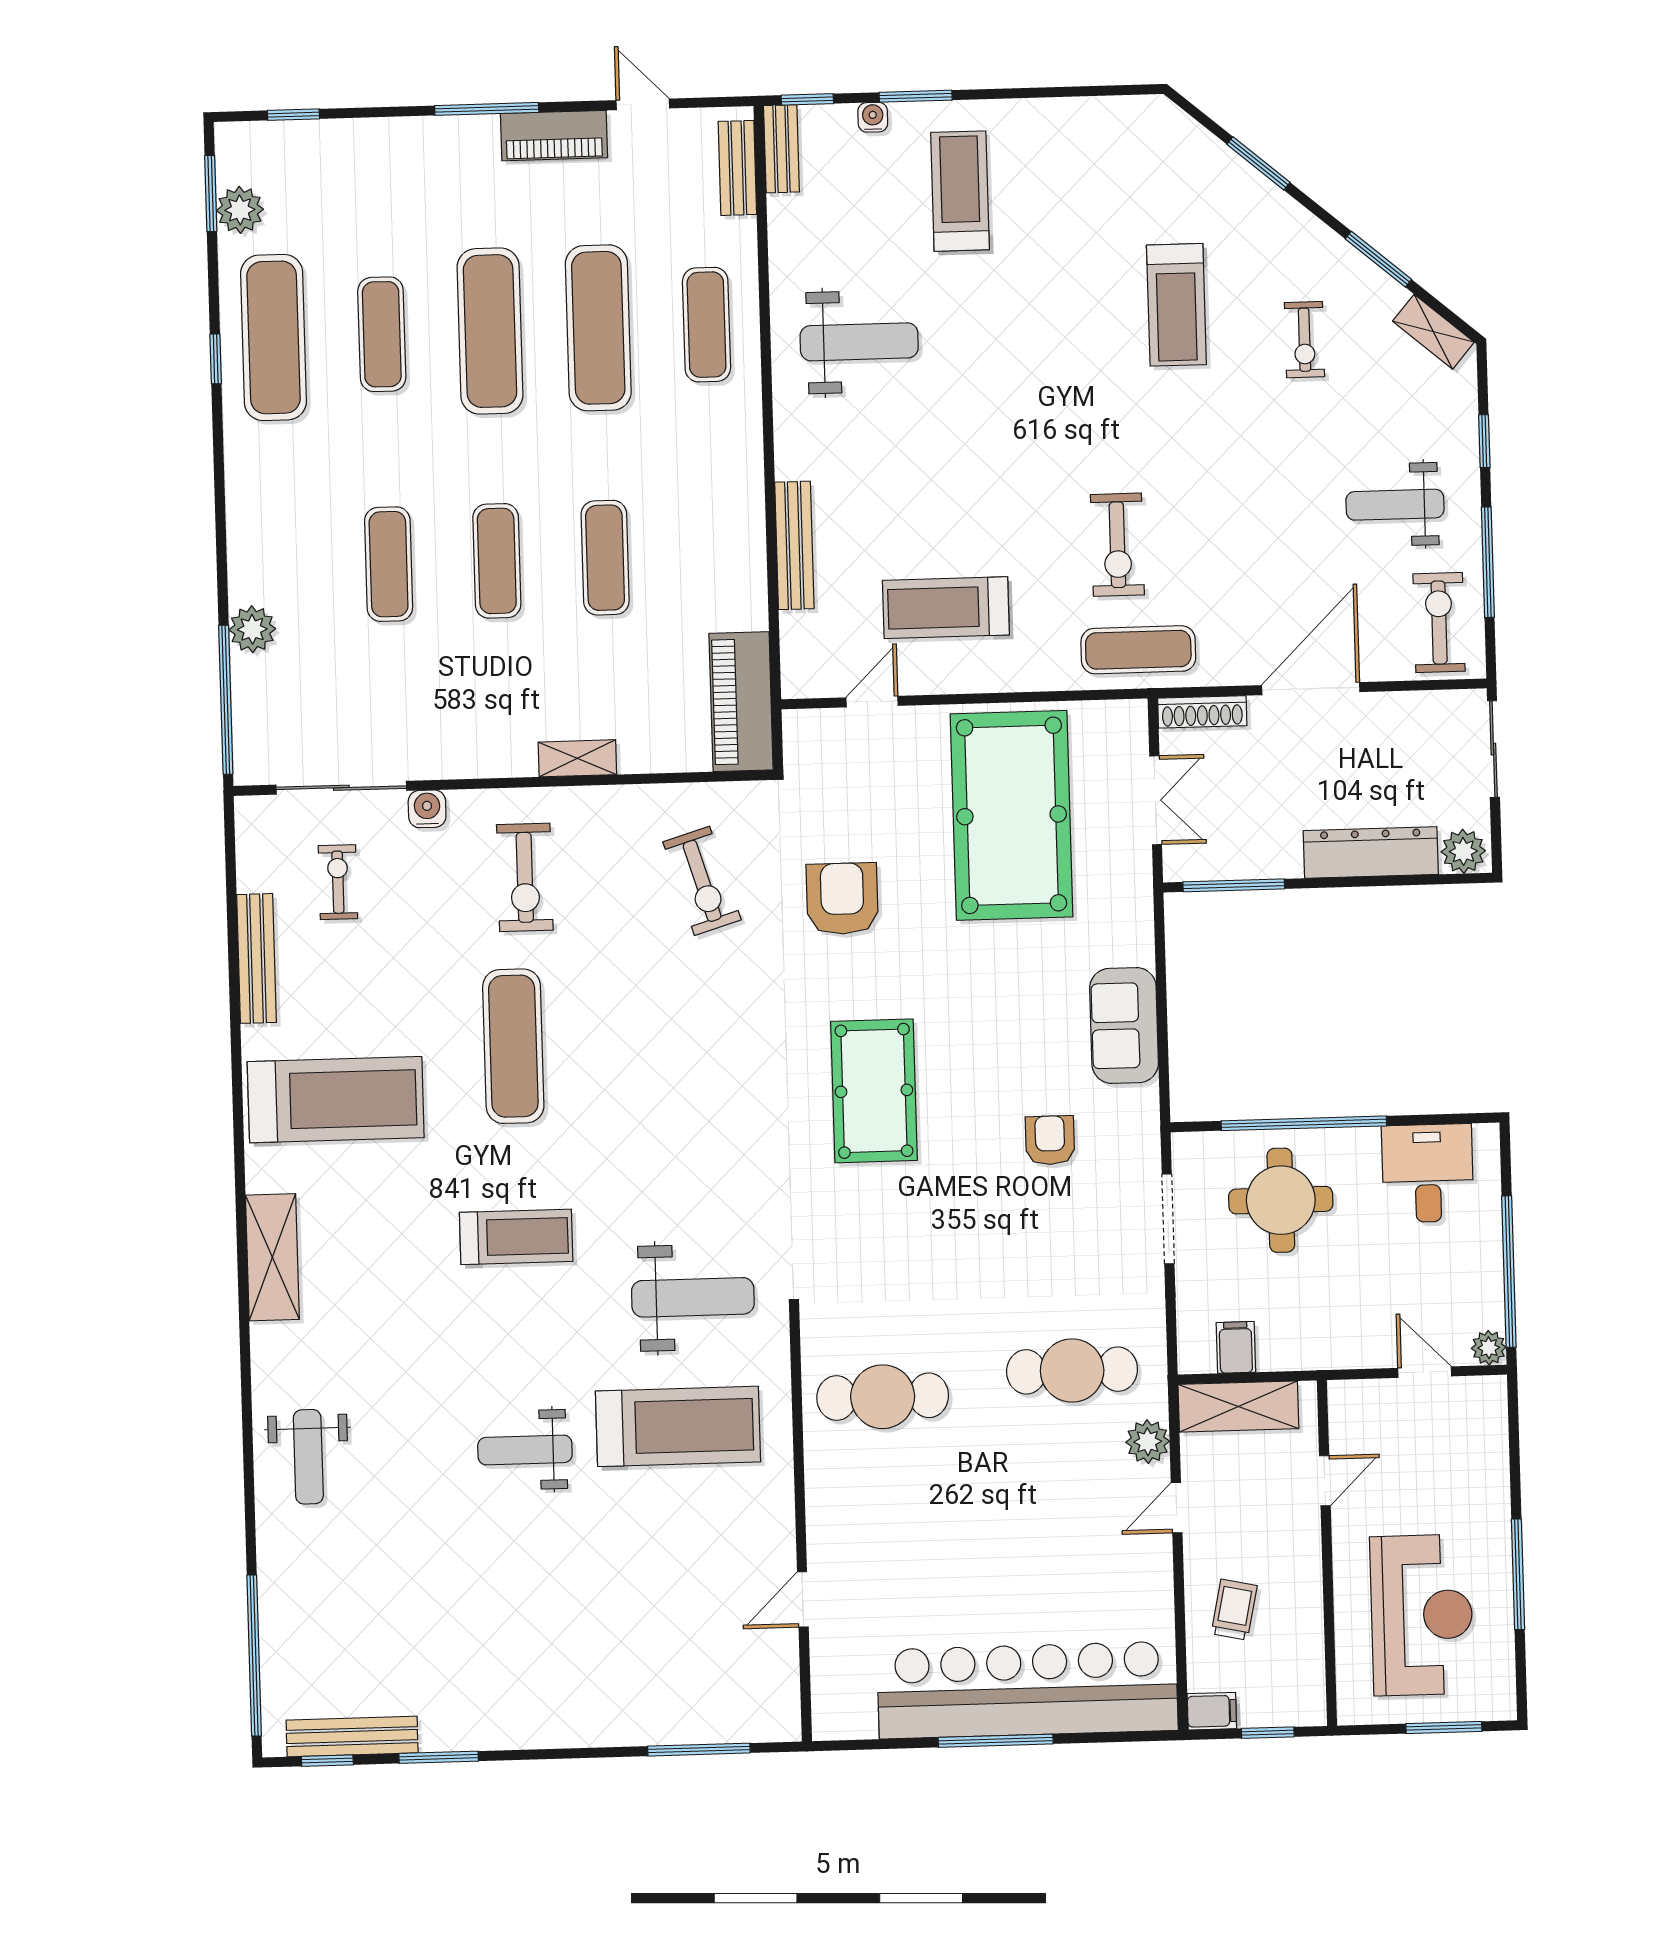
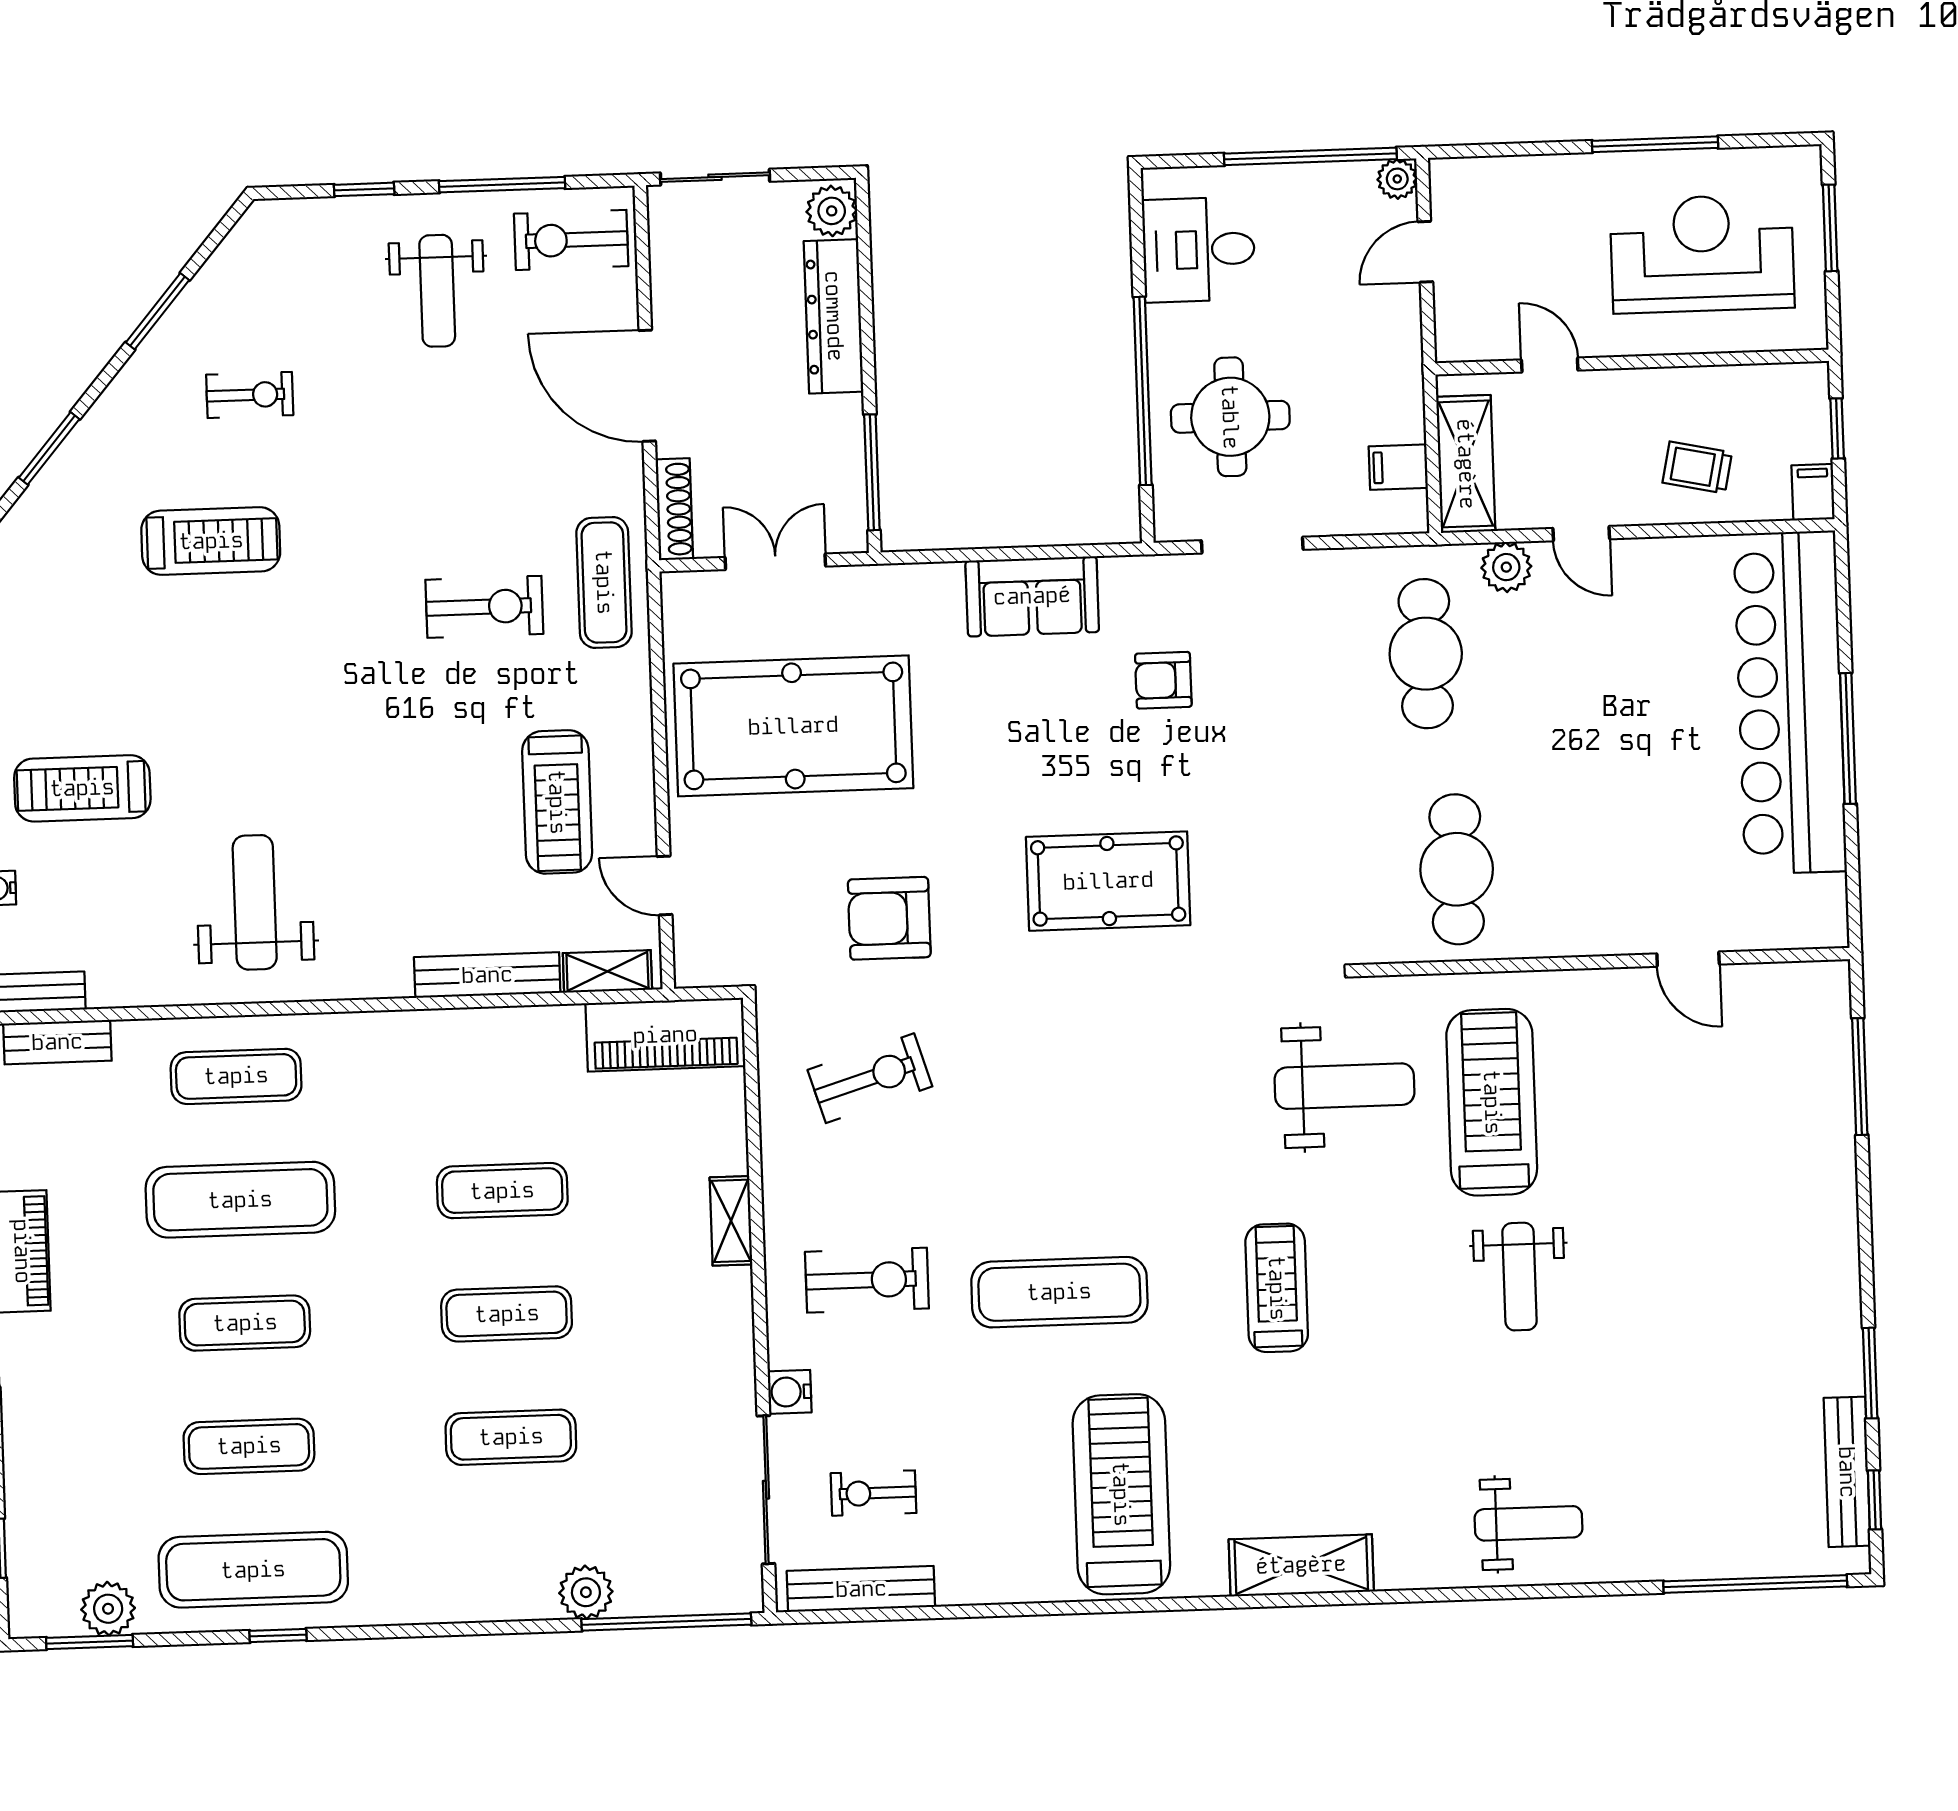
exercise mat: (490, 331) -> (245, 1323), width x0.73, depth x0.69
shelving: (1433, 332) -> (607, 971), moved, turned 50
bench: (256, 958) -> (861, 1589), moved
weight bench: (693, 1297) -> (1344, 1086), turned 90

